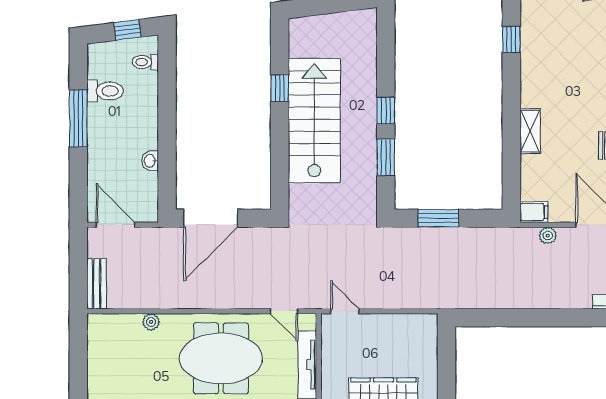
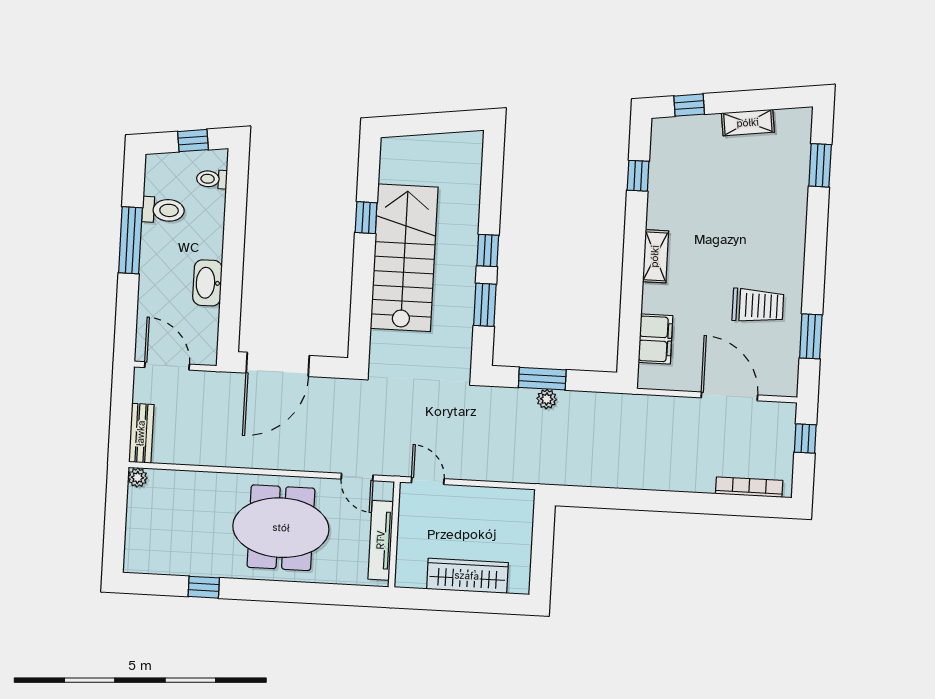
shelving: (530, 131) -> (655, 256), moved
washbasin: (150, 161) -> (207, 283), width x1.91, depth x1.45
filing cabinet: (534, 212) -> (655, 339), moved, width x2.00
plant: (548, 235) -> (547, 399), moved
plant: (151, 322) -> (138, 478), moved

